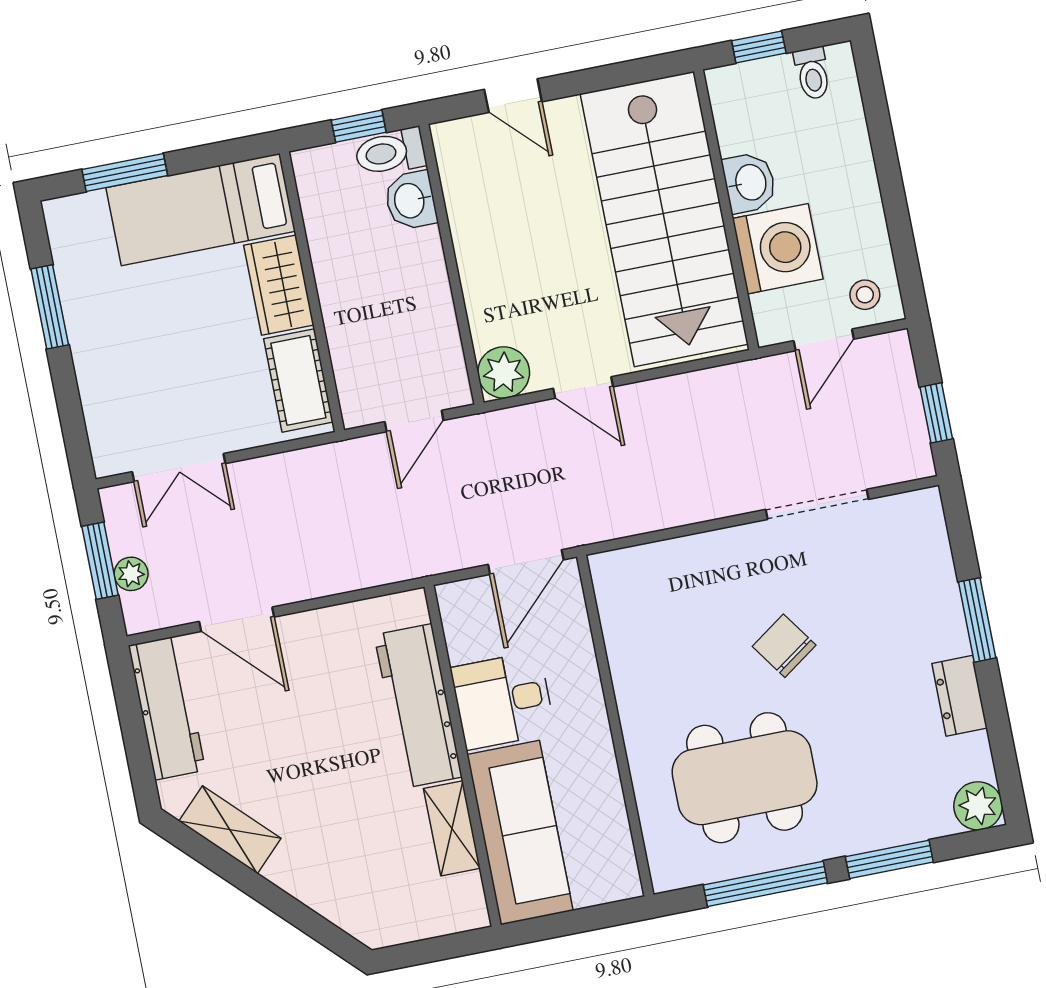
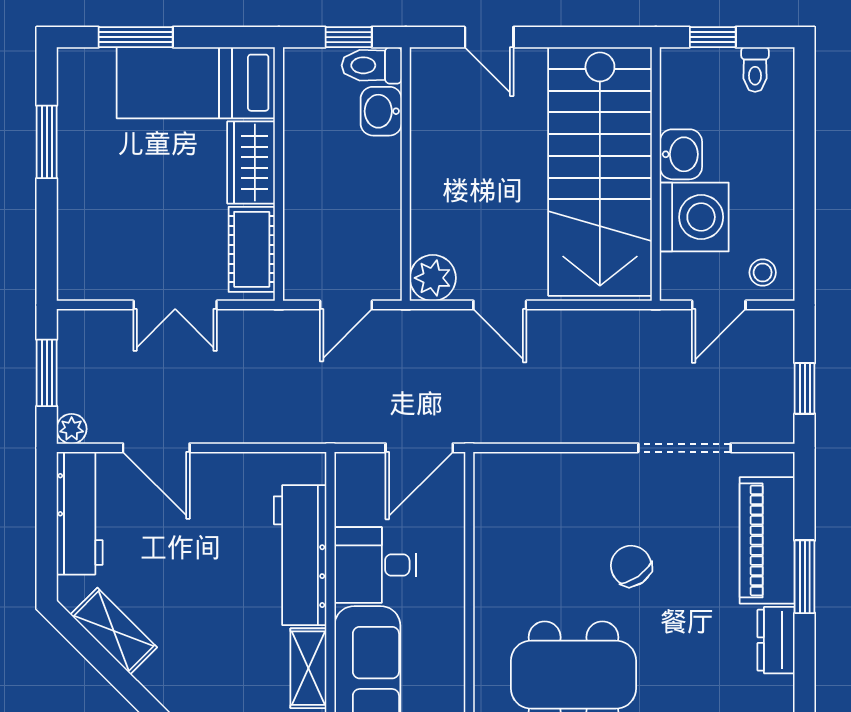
double door: (179, 468) -> (175, 305), moved
plant: (131, 574) -> (72, 429), moved
piano: (928, 588) -> (767, 540), added

